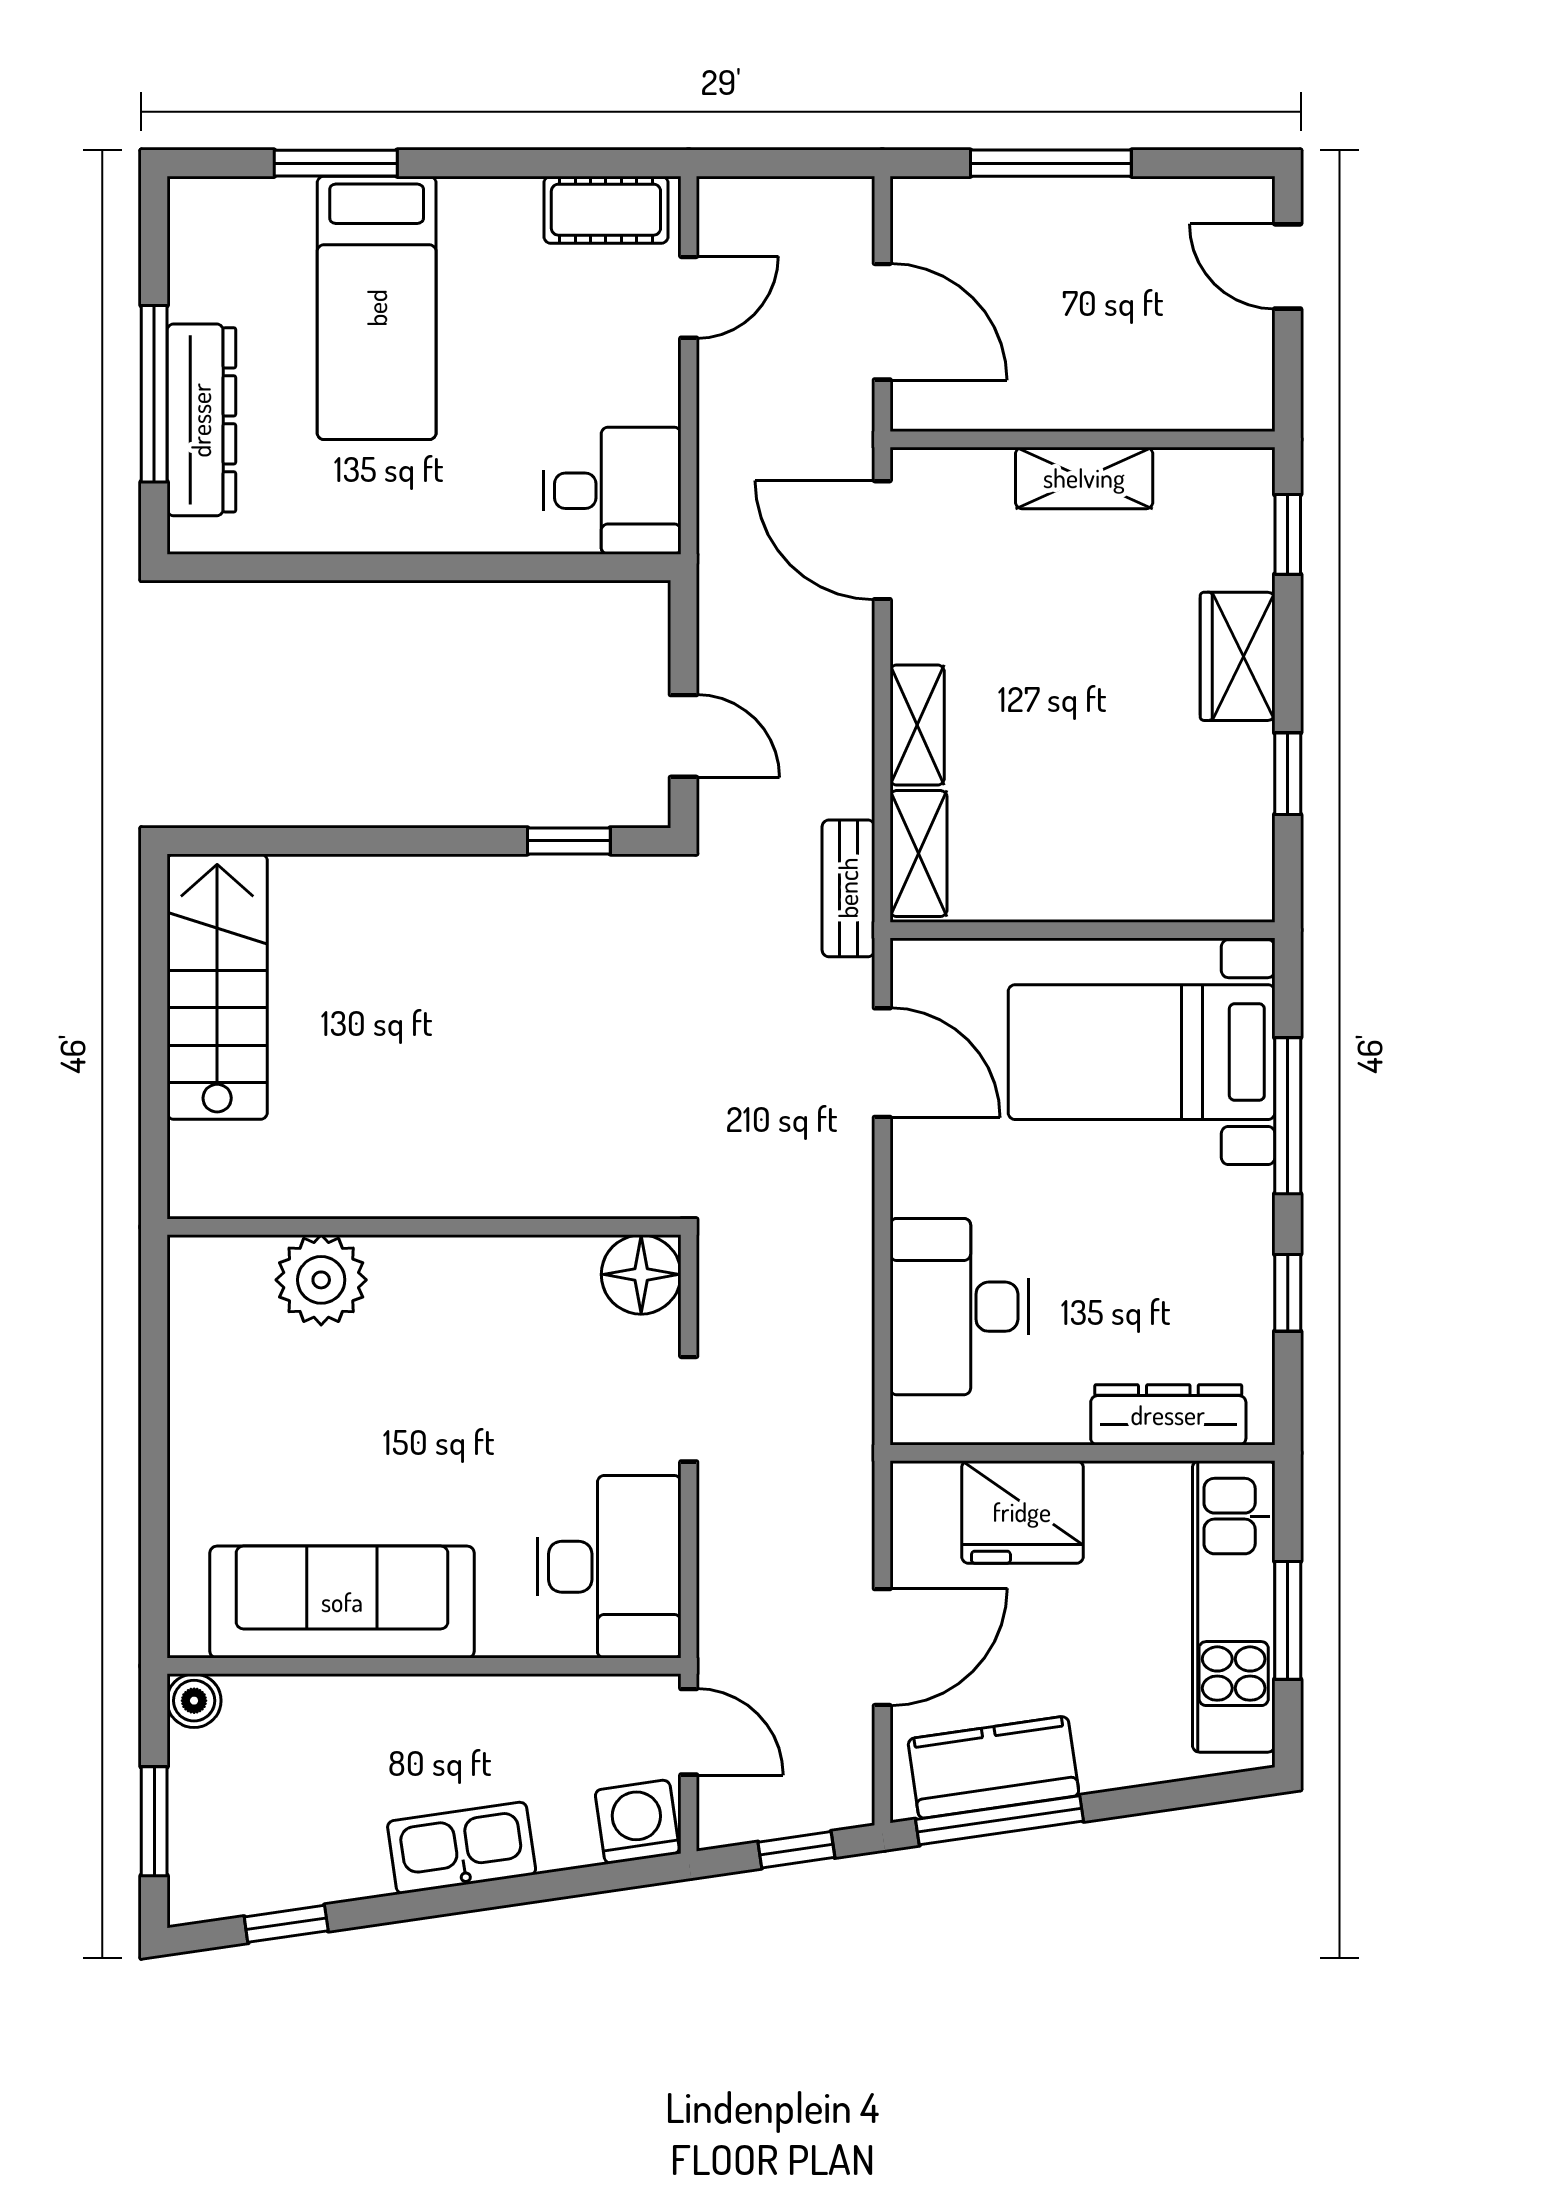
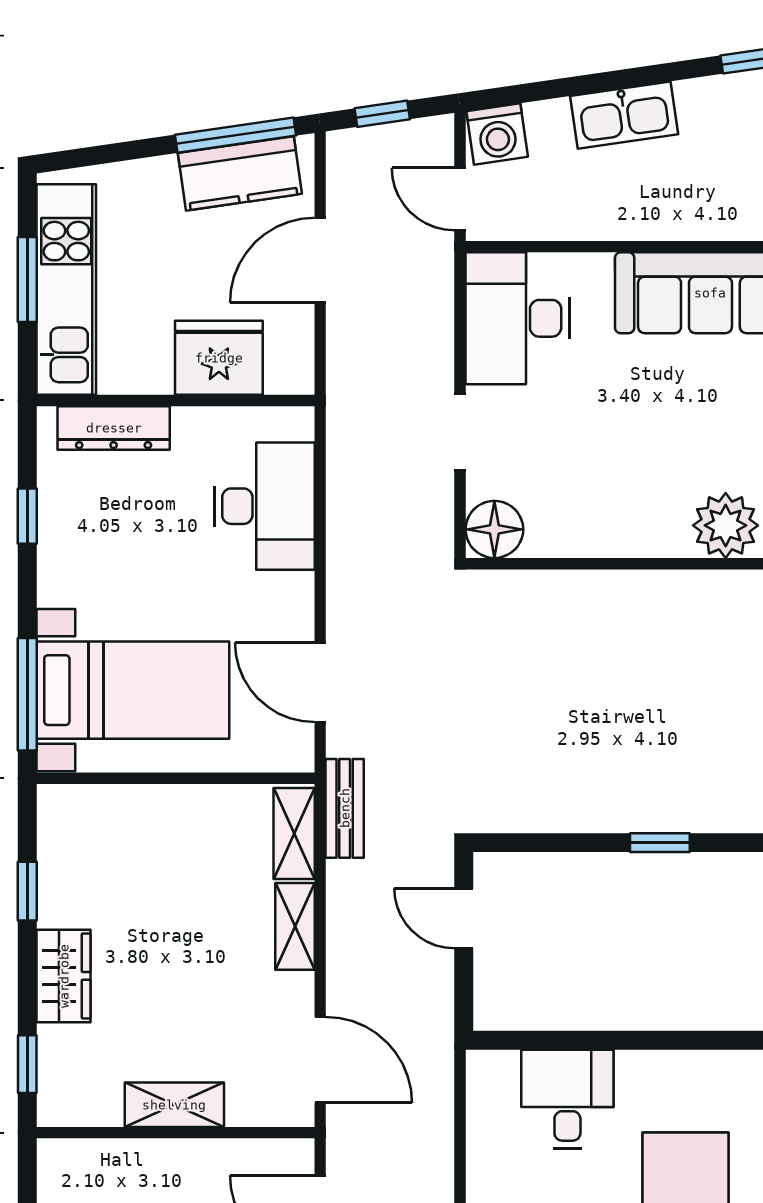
desk: (612, 491) -> (567, 1099), moved, turned 90
window: (569, 841) -> (660, 843), moved
window: (1288, 1116) -> (27, 694), moved

